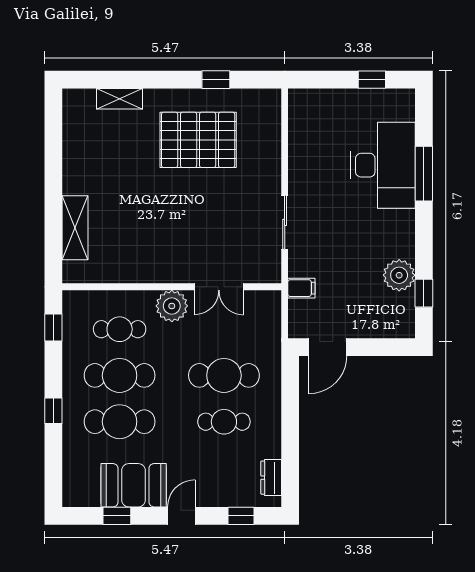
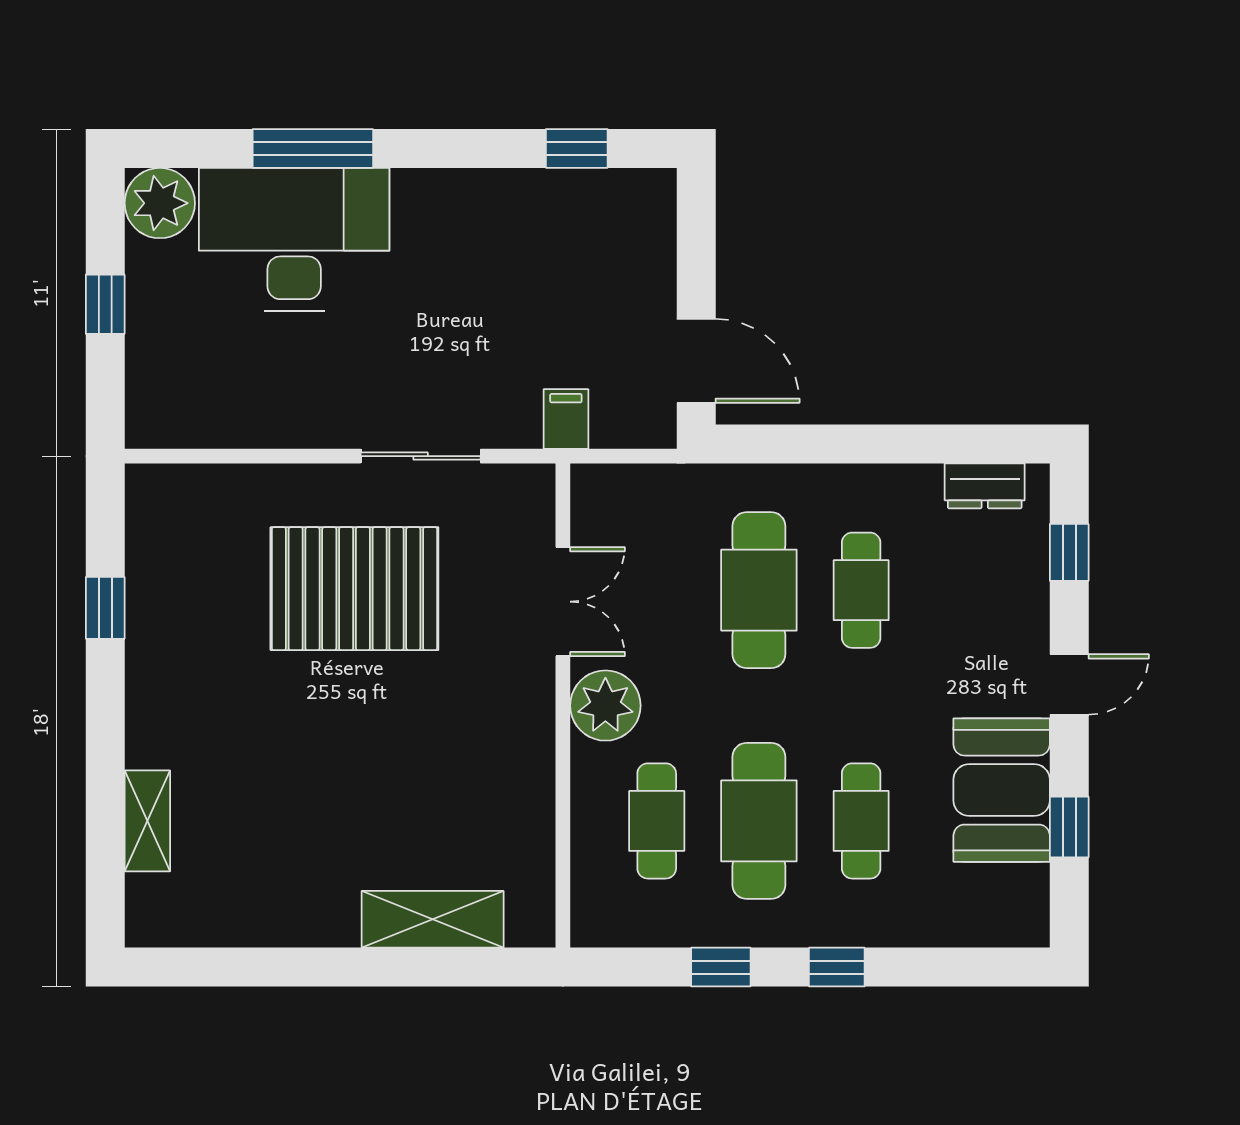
window: (372, 80) -> (105, 304), moved
pallet: (198, 140) -> (354, 589), moved, turned 90
plant: (399, 275) -> (160, 203), moved
window: (53, 328) -> (721, 967), moved
cafe table: (120, 422) -> (861, 821), width x0.73, depth x0.74
door: (181, 516) -> (1069, 684), swing flipped

